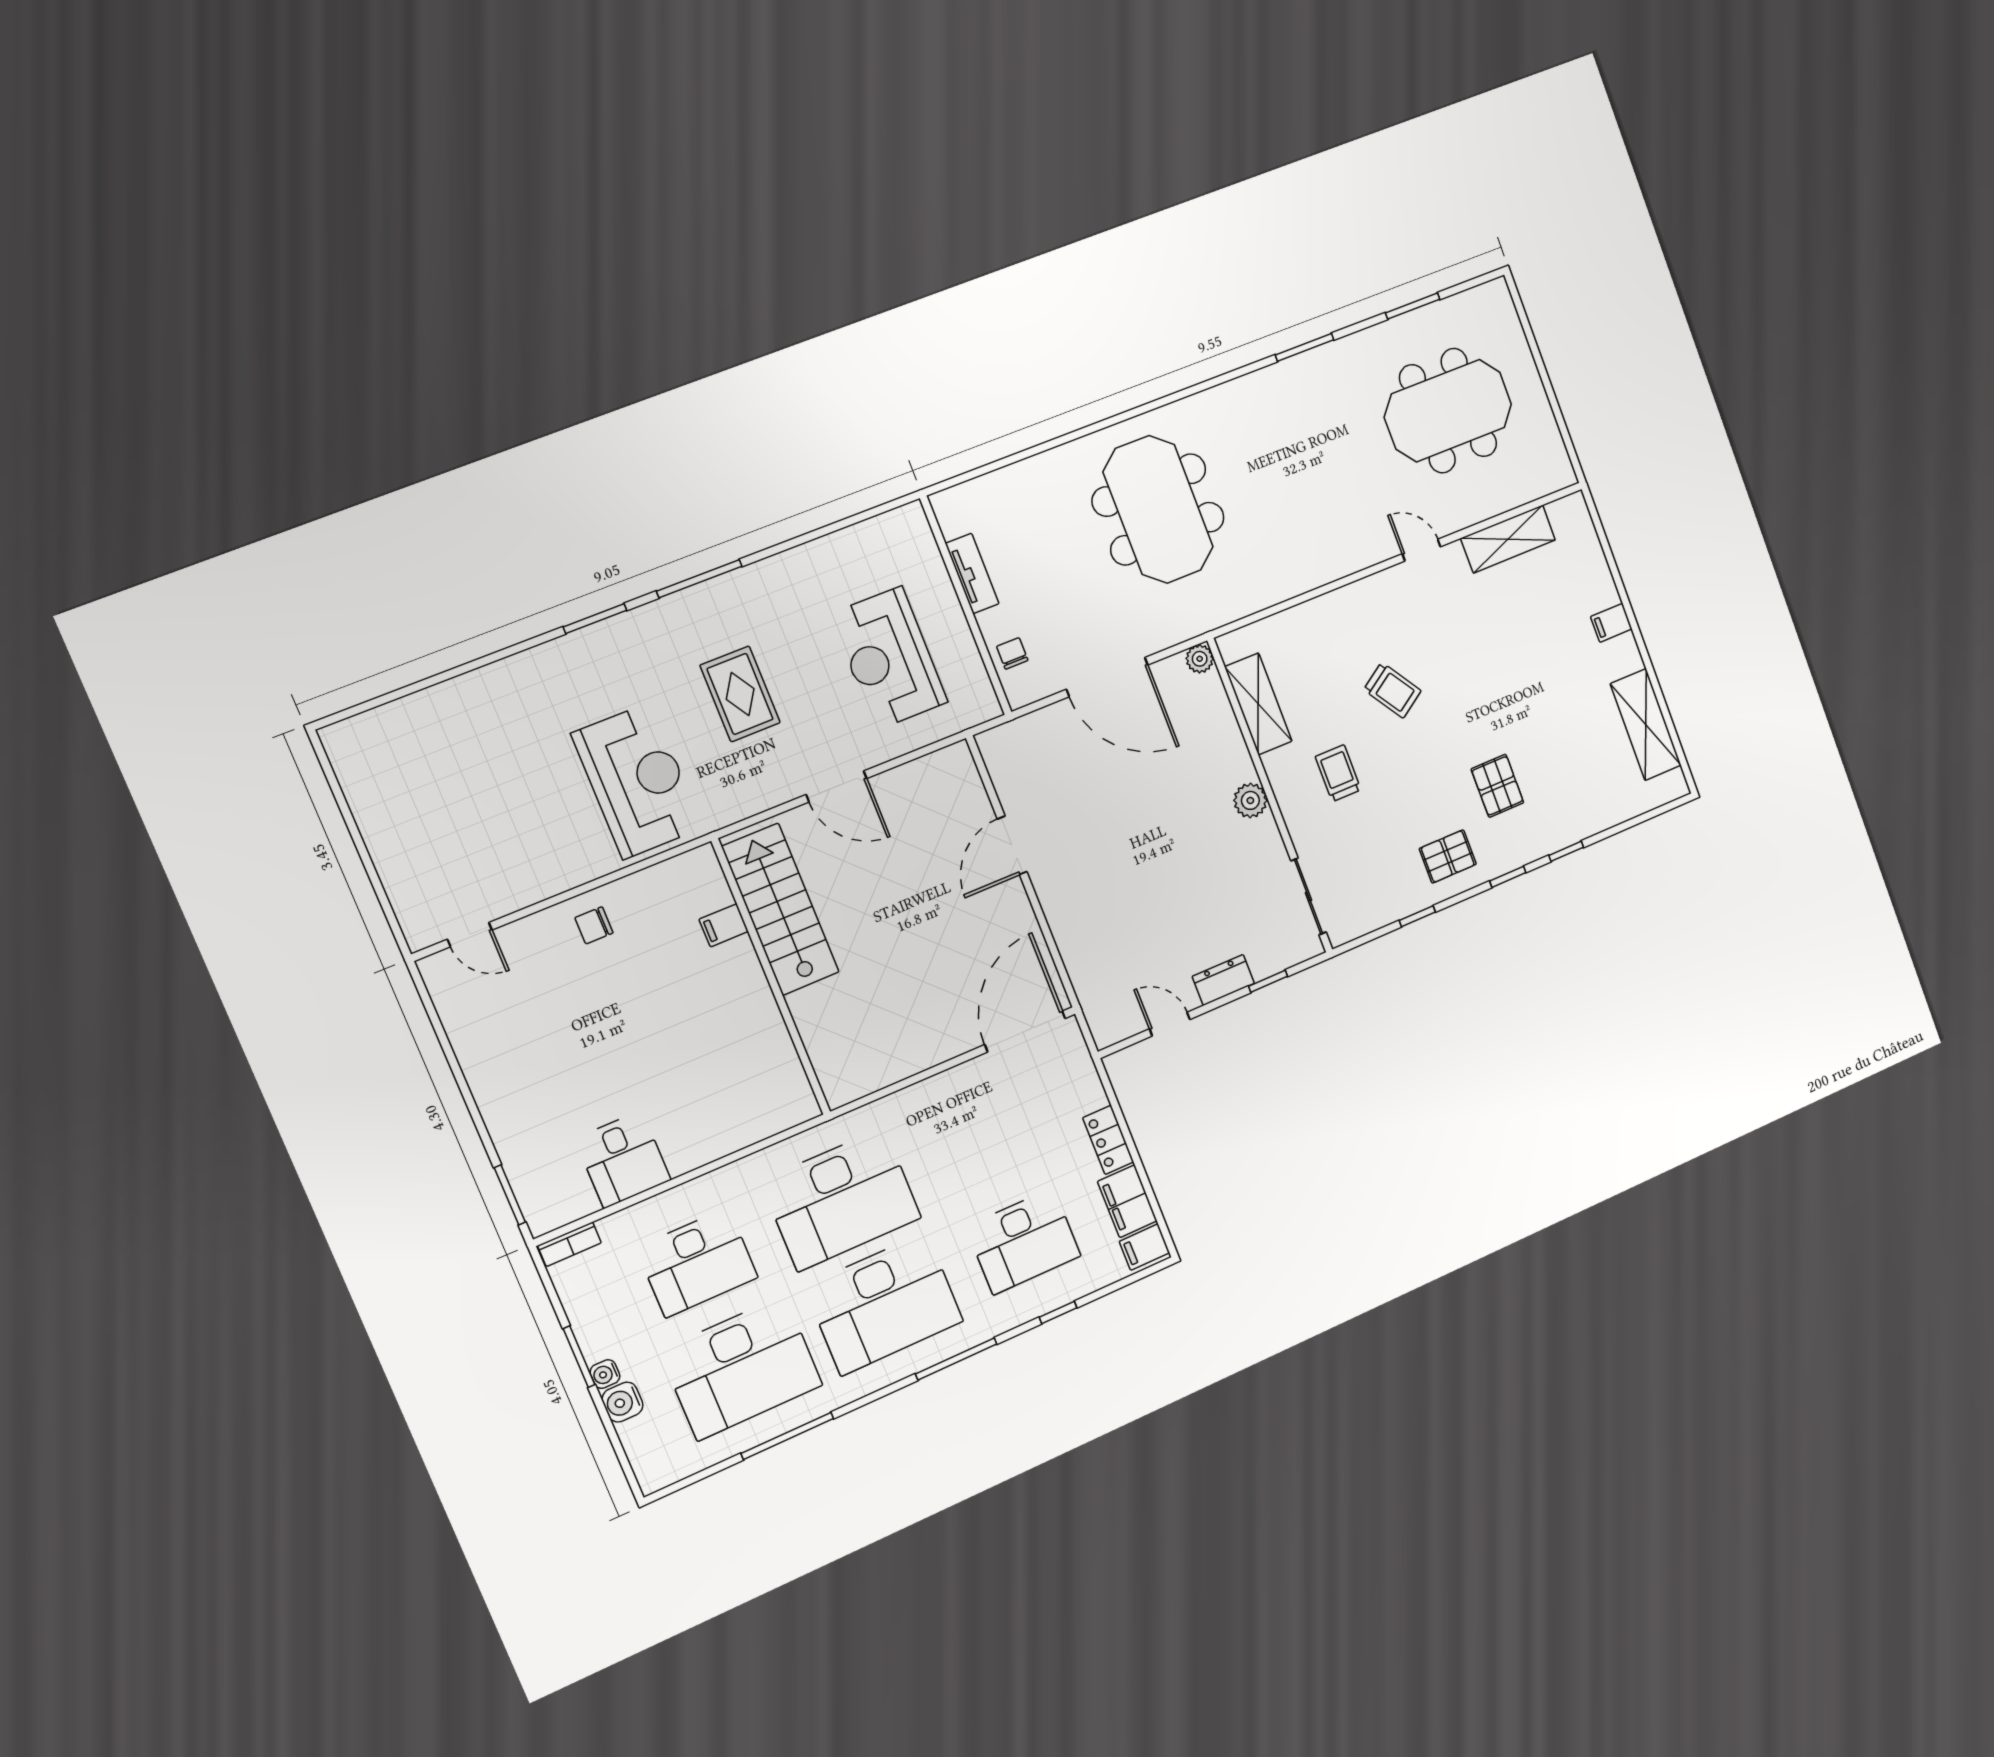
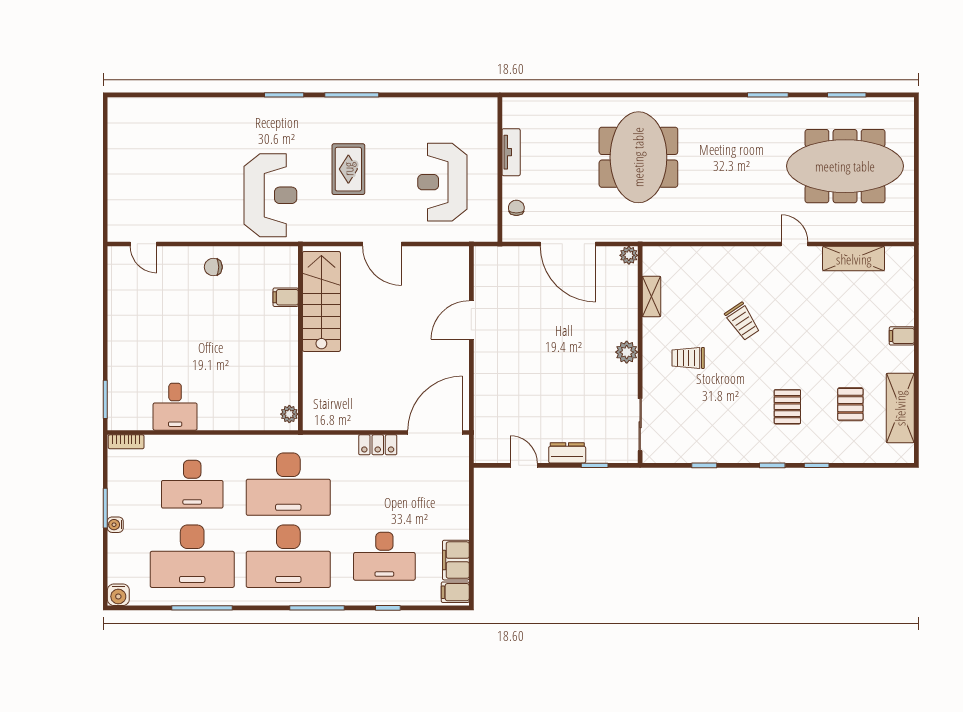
meeting table: (1448, 411) -> (845, 166), width x1.36
shelving: (1258, 704) -> (651, 296), width x0.67, depth x0.75
trolley: (1338, 773) -> (688, 358), turned -90
pallet: (1448, 856) -> (850, 404), moved, turned 90
plant: (801, 1096) -> (289, 414), added
locker: (1108, 1140) -> (378, 445), moved, turned -90
water cooler: (622, 1402) -> (118, 595), moved, turned -90

